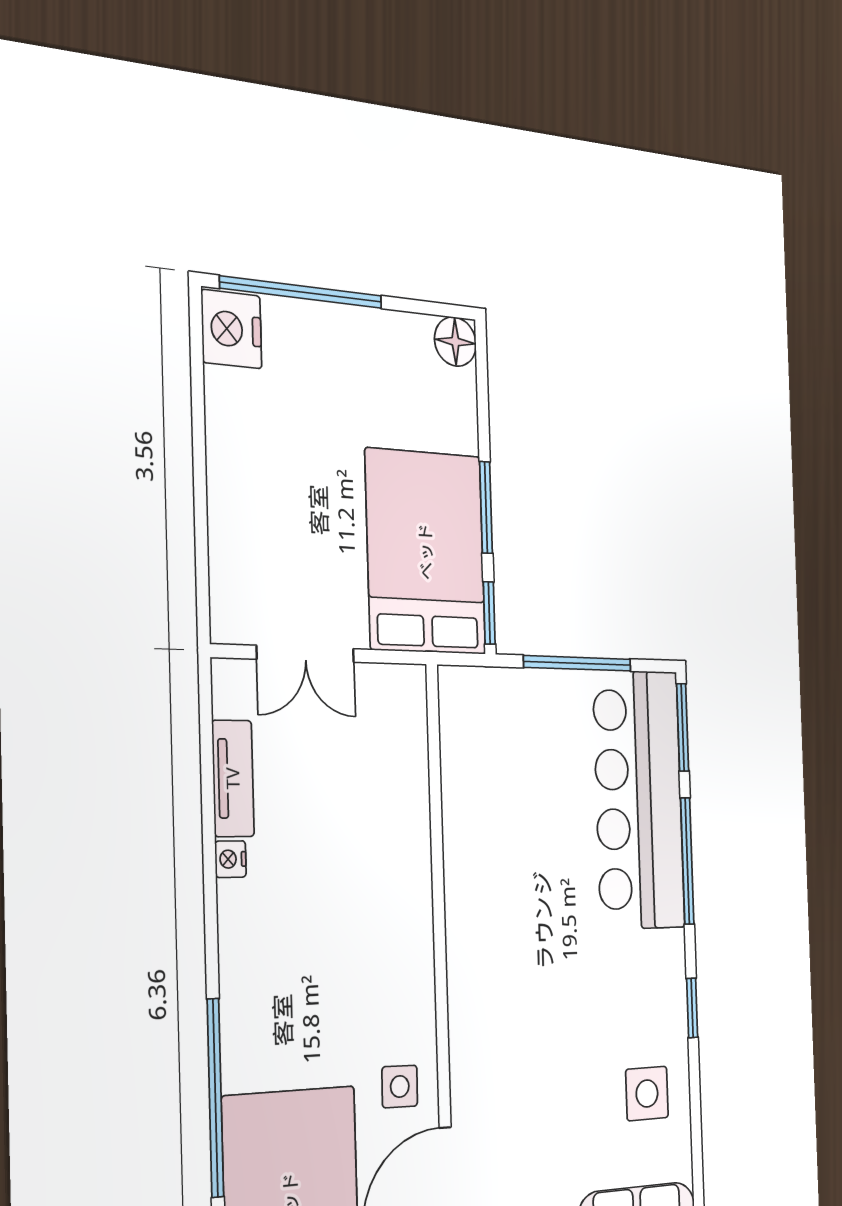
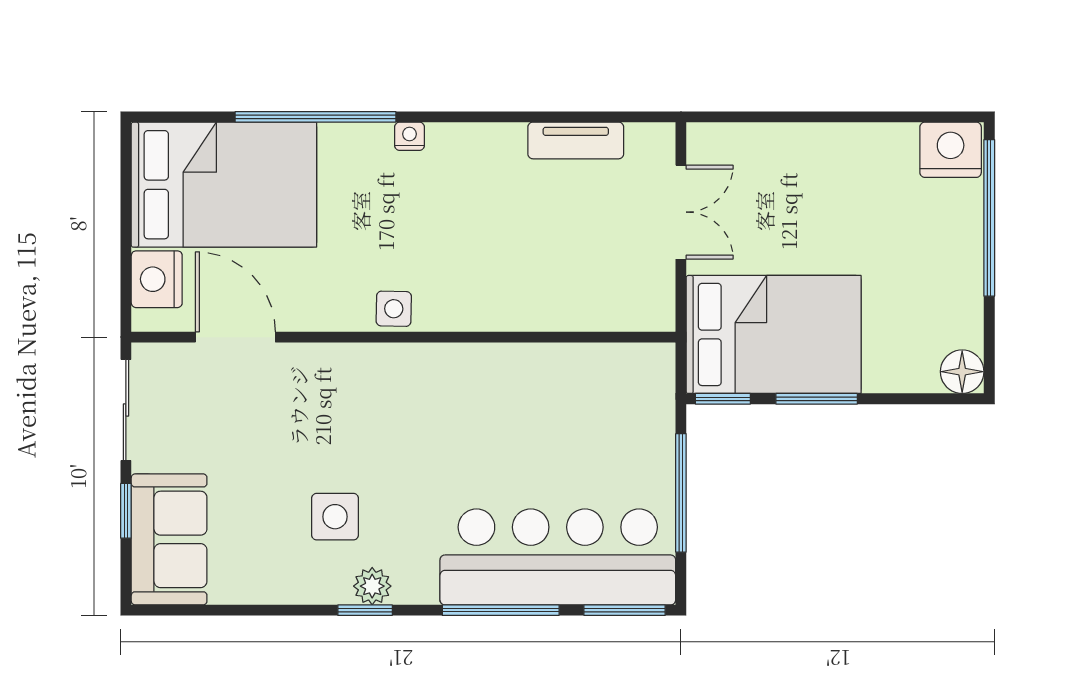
double door: (306, 654) -> (681, 212), swing flipped
nightstand: (231, 859) -> (409, 136), moved
plant: (671, 1001) -> (372, 586), added
side table: (400, 1086) -> (394, 309), moved
side table: (647, 1093) -> (335, 517), moved

